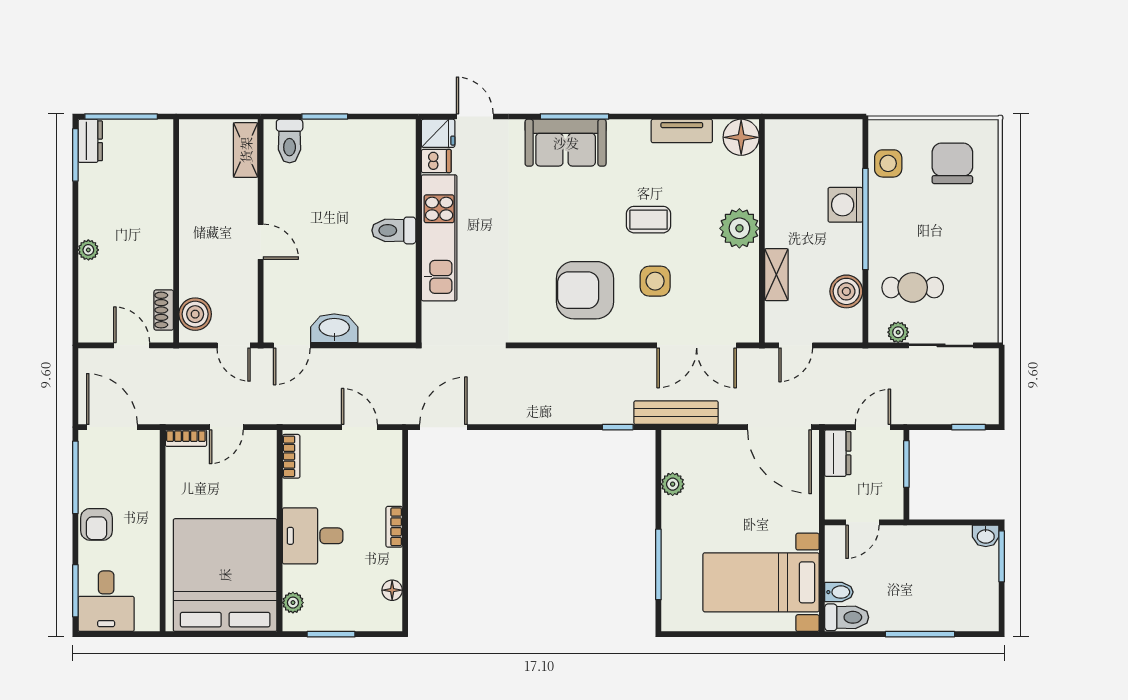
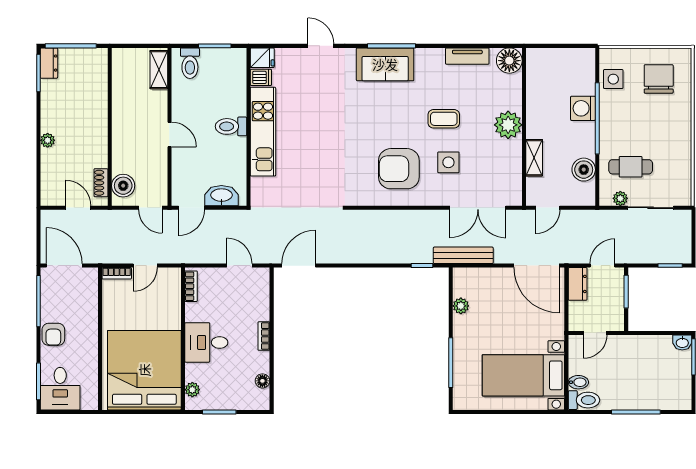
fridge: (438, 133) -> (262, 58), moved
dishwasher: (436, 161) -> (261, 77), moved
toilet: (394, 230) -> (231, 126), moved
wall: (419, 231) -> (248, 127), moved
kitchen unit: (439, 238) -> (263, 132), moved

